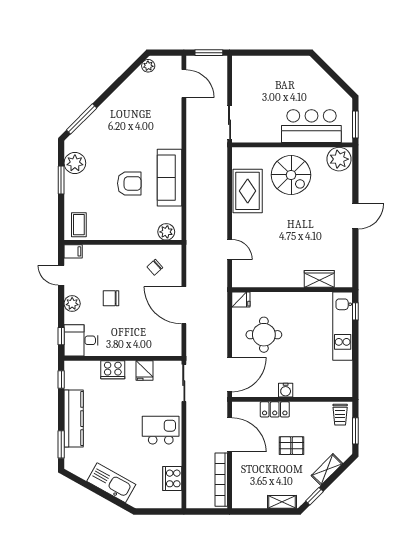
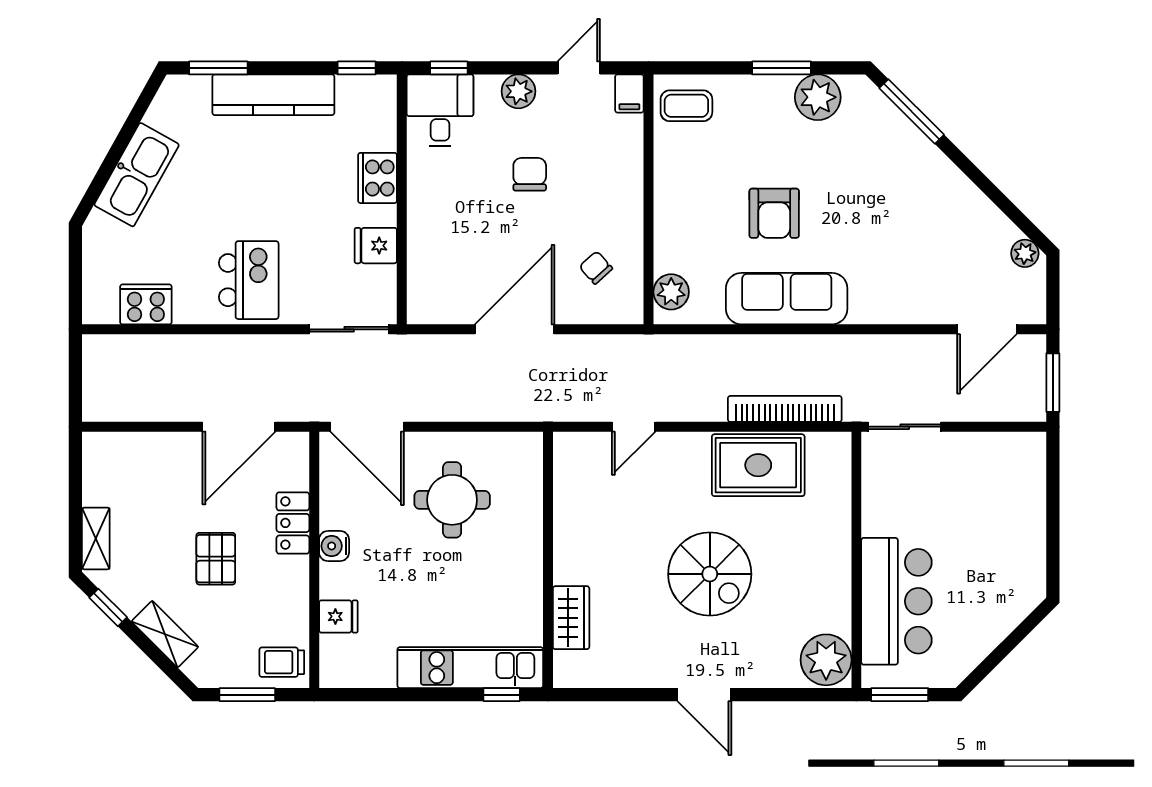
spiral stairs: (291, 175) -> (710, 574), moved, turned -90
fridge: (241, 300) -> (338, 616), moved, turned -90
bookcase: (221, 480) -> (785, 409), moved

